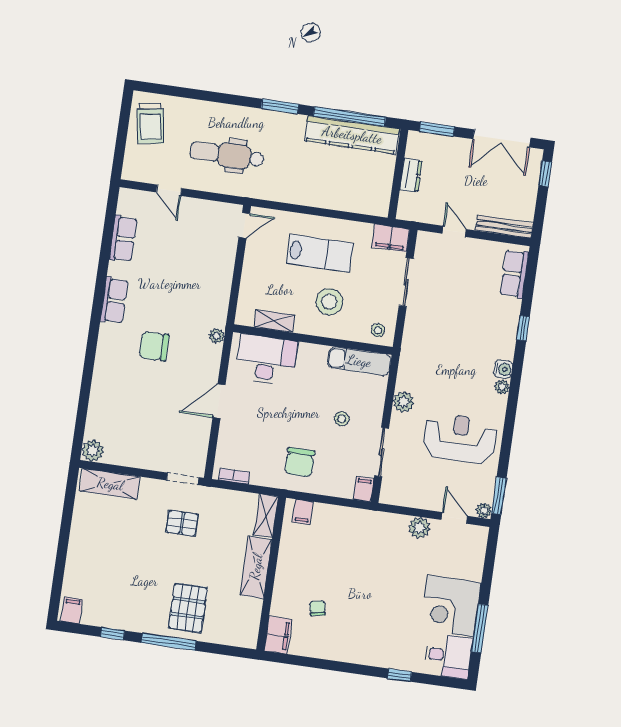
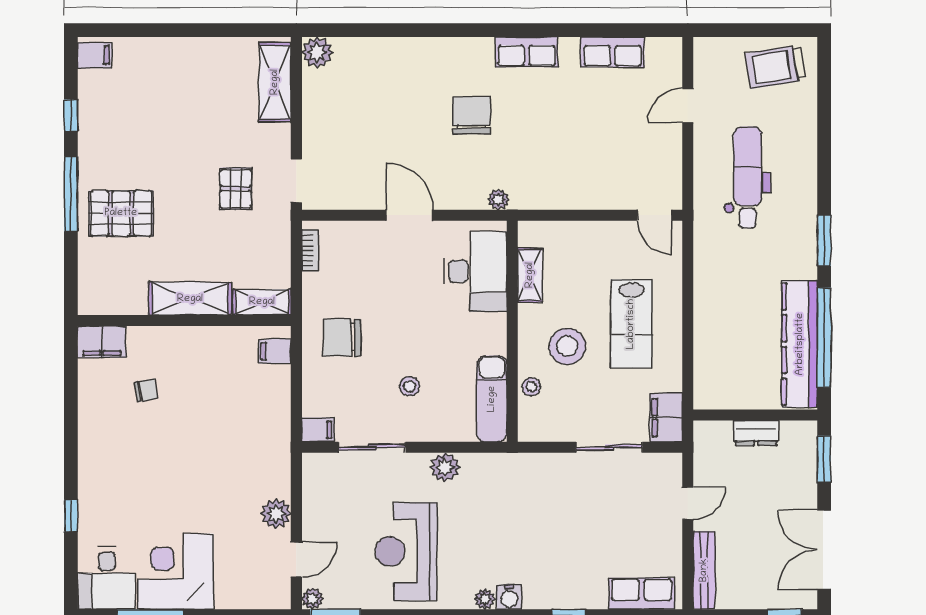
stool: (378, 330) -> (531, 387), moved
reception desk: (460, 438) -> (406, 551), turned 180

